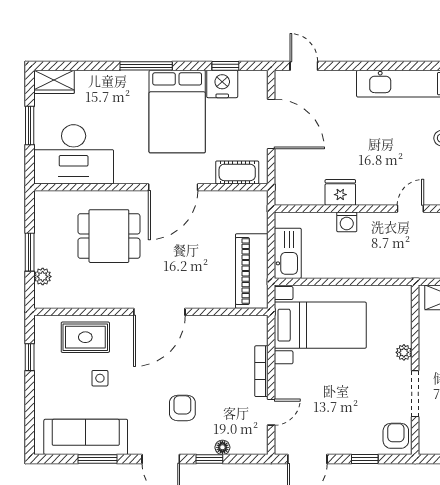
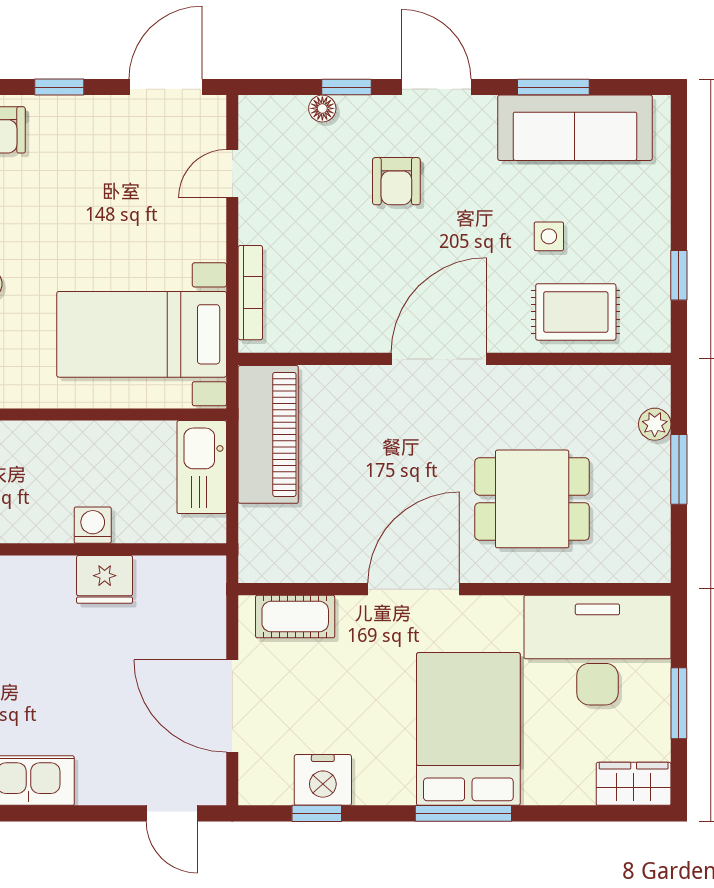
bed: (177, 112) -> (468, 729), moved
bookcase: (261, 371) -> (250, 293), moved

